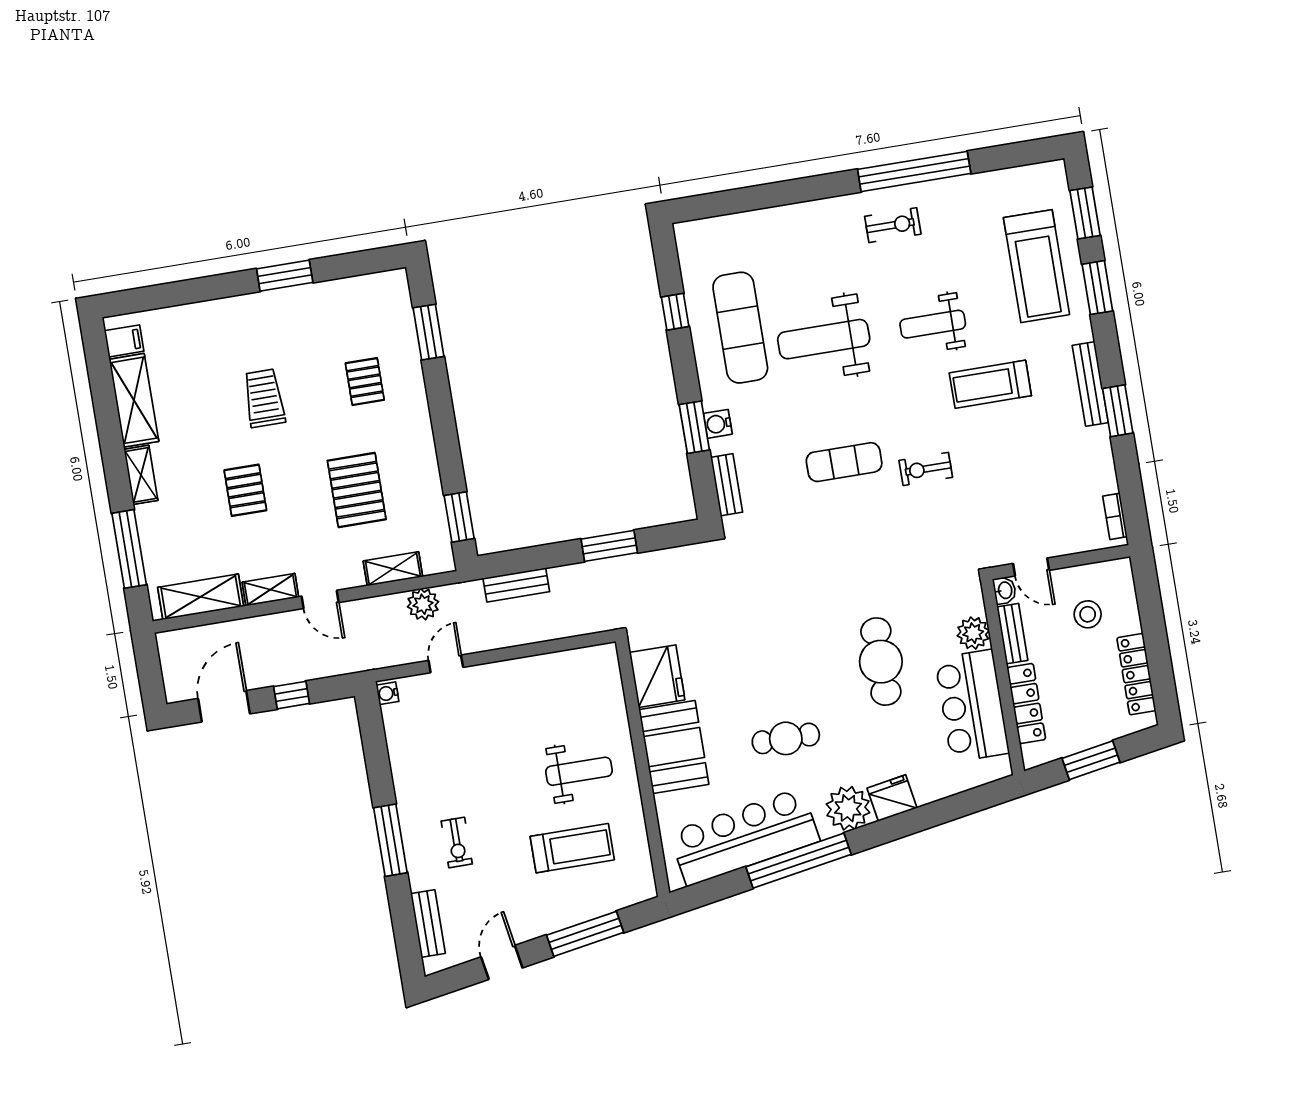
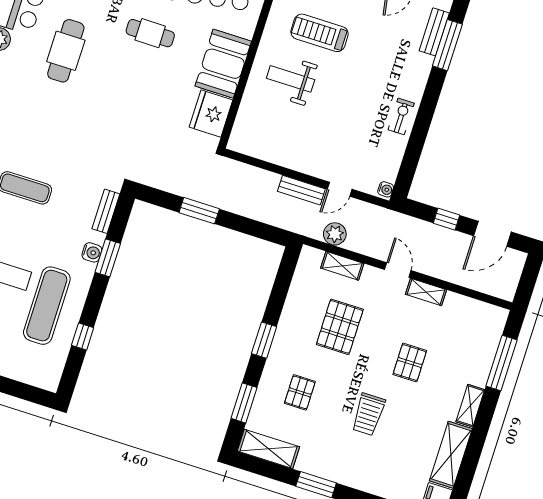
window: (459, 517) -> (264, 340), moved
bench: (516, 585) -> (301, 190), moved
shelving: (201, 597) -> (268, 449), moved
window: (390, 840) -> (447, 45), moved
exercise bike: (457, 843) -> (401, 116), moved

